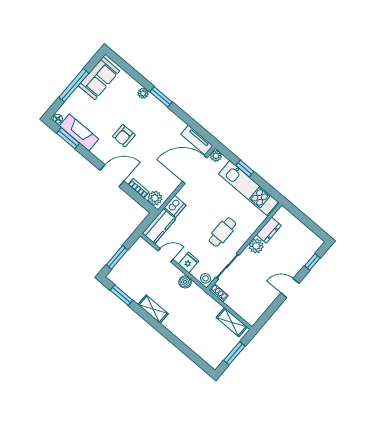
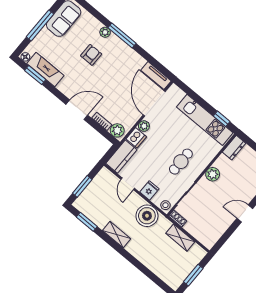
window: (161, 97) -> (122, 35), width x1.44
armchair: (124, 136) -> (91, 55), moved, turned 180
plant: (216, 156) -> (144, 126), moved
window: (245, 168) -> (222, 119), moved
door: (195, 170) -> (154, 103), hinge flipped
dresser: (269, 230) -> (234, 148), moved
door: (166, 255) -> (128, 184), swing flipped
boiler: (185, 282) -> (147, 216), width x1.86, depth x1.86
shelving: (232, 322) -> (180, 238), moved

